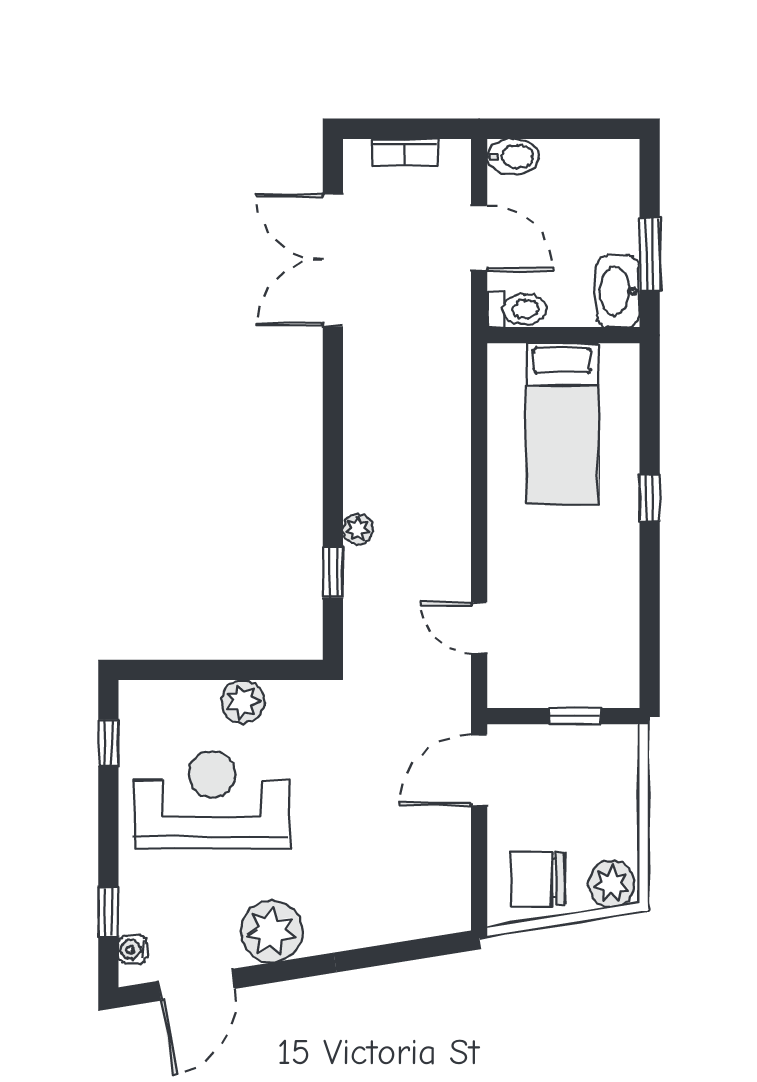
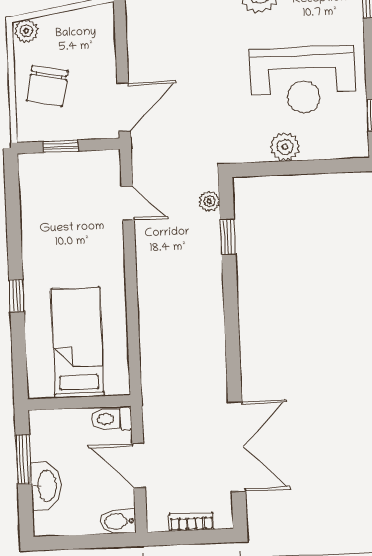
washbasin: (618, 291) -> (46, 486), moved
plant: (358, 529) -> (209, 201), moved
chair: (538, 879) -> (47, 86), moved, turned 101
plant: (612, 884) -> (26, 31), width x0.73, depth x0.73

